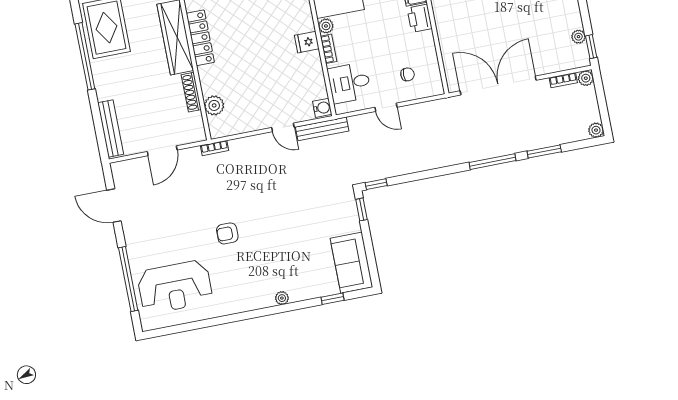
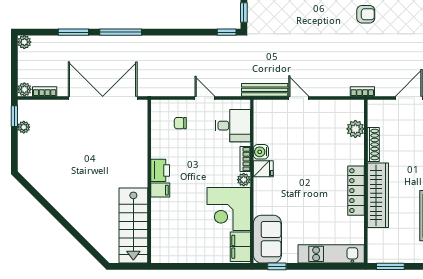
double door: (498, 86) -> (103, 98), swing flipped
water cooler: (322, 108) -> (261, 152), moved

